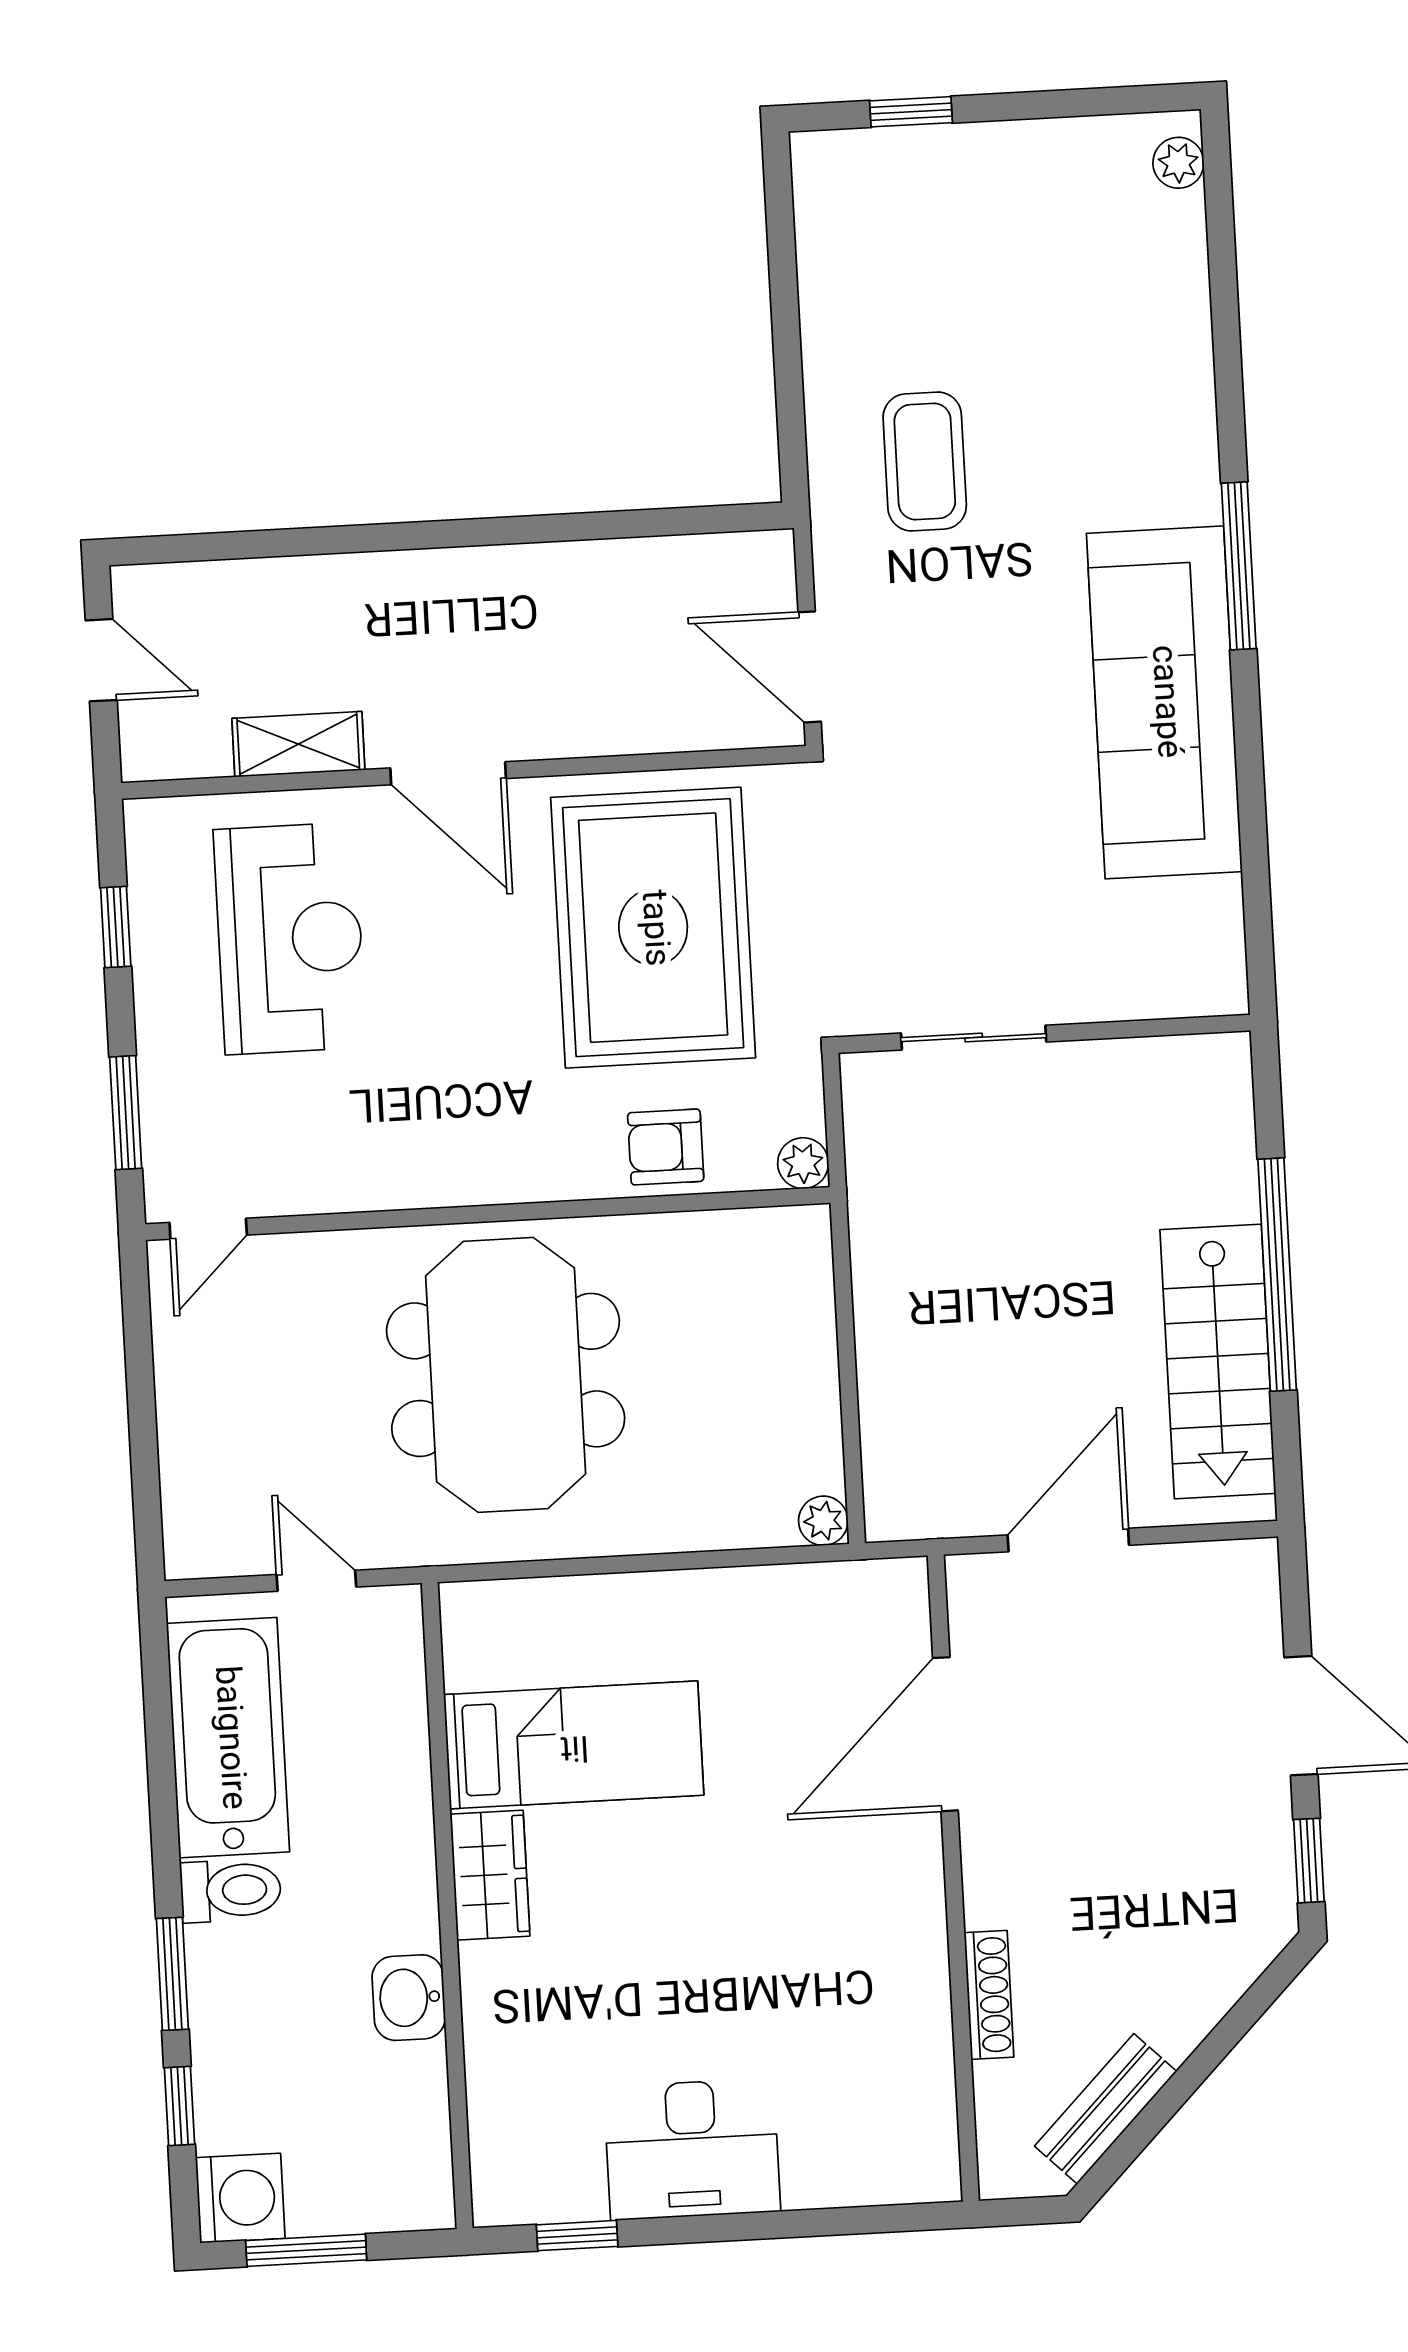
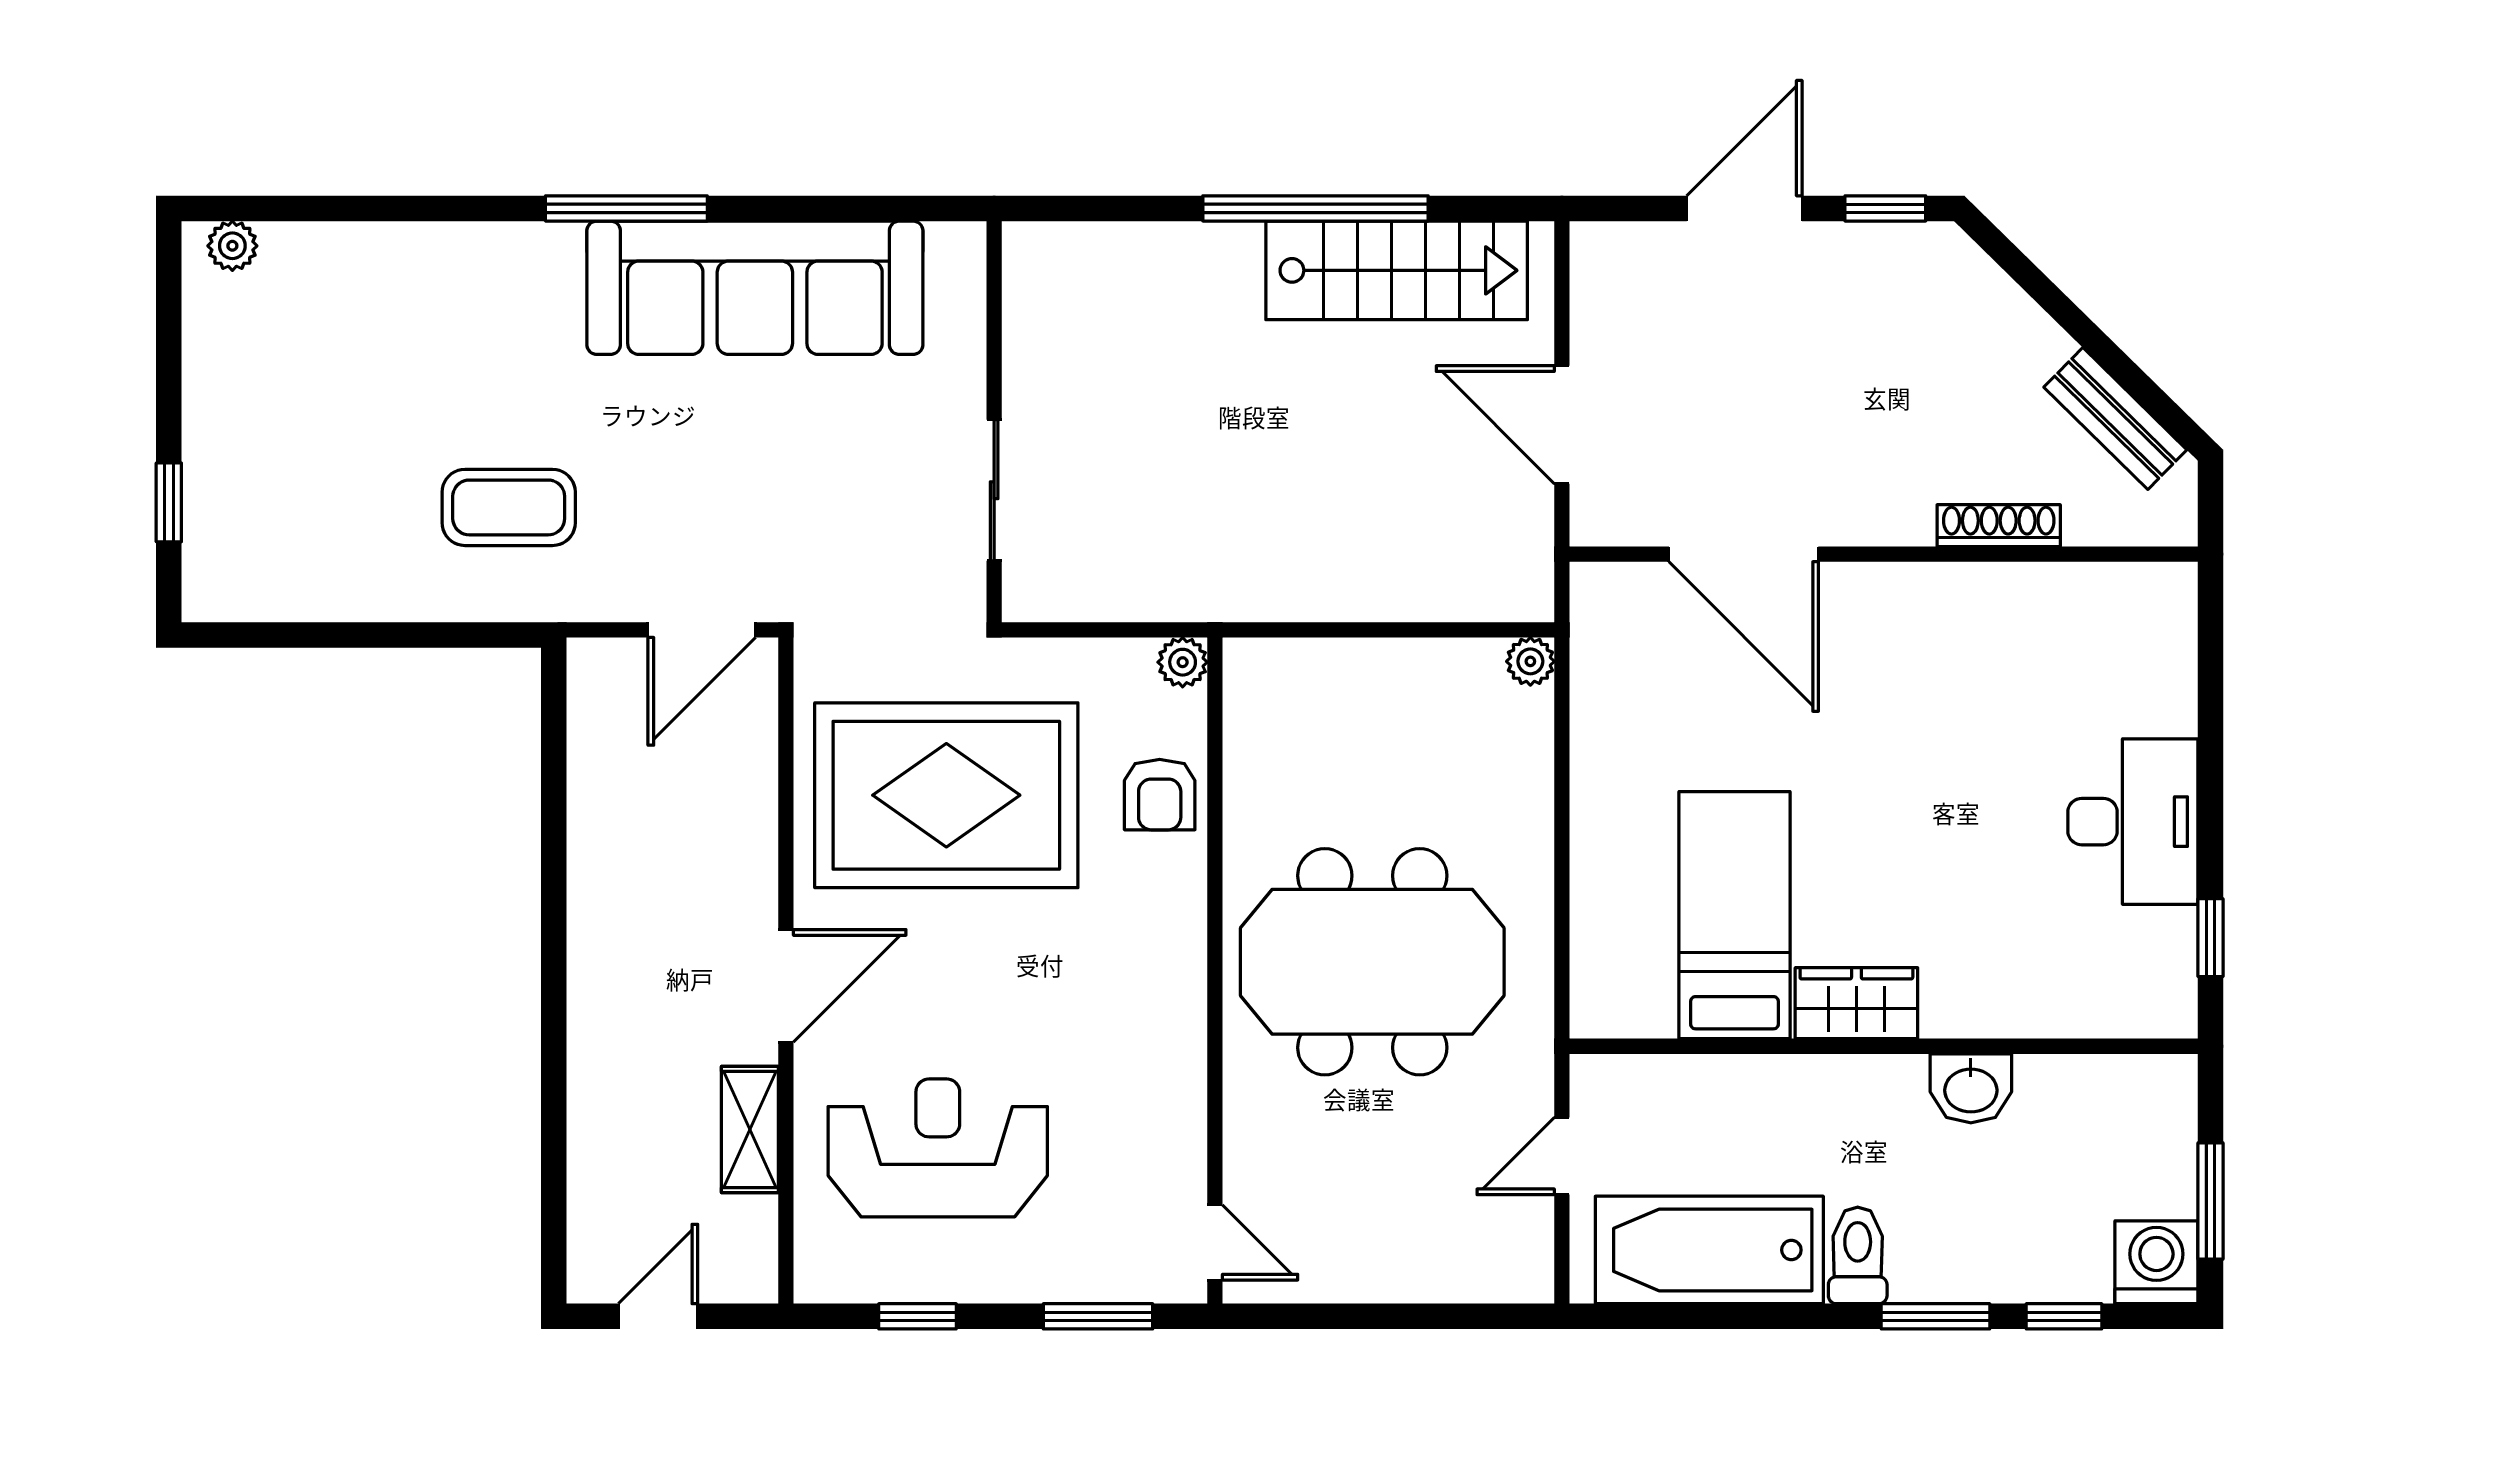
wall: (1044, 1034) -> (994, 422), moved
sliding door: (974, 1038) -> (994, 490), moved

